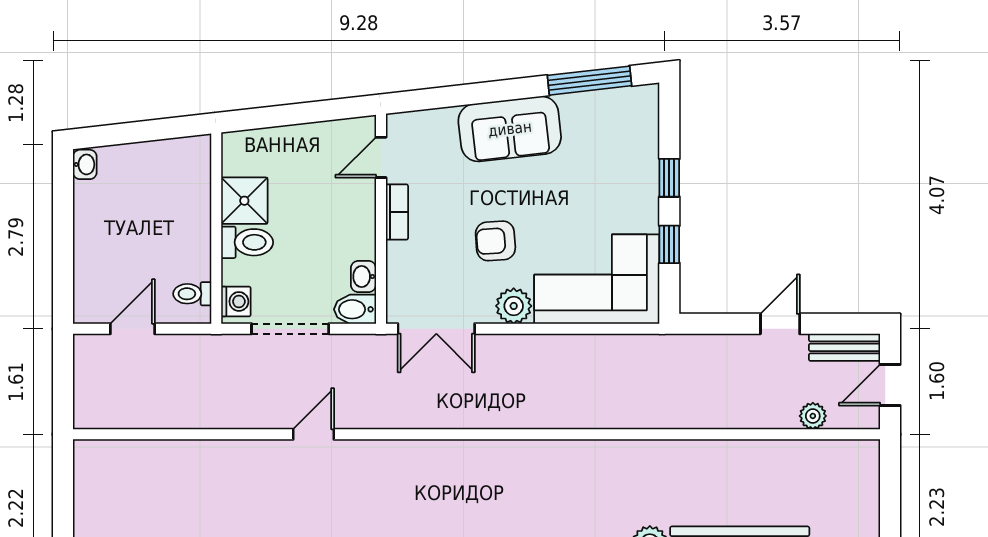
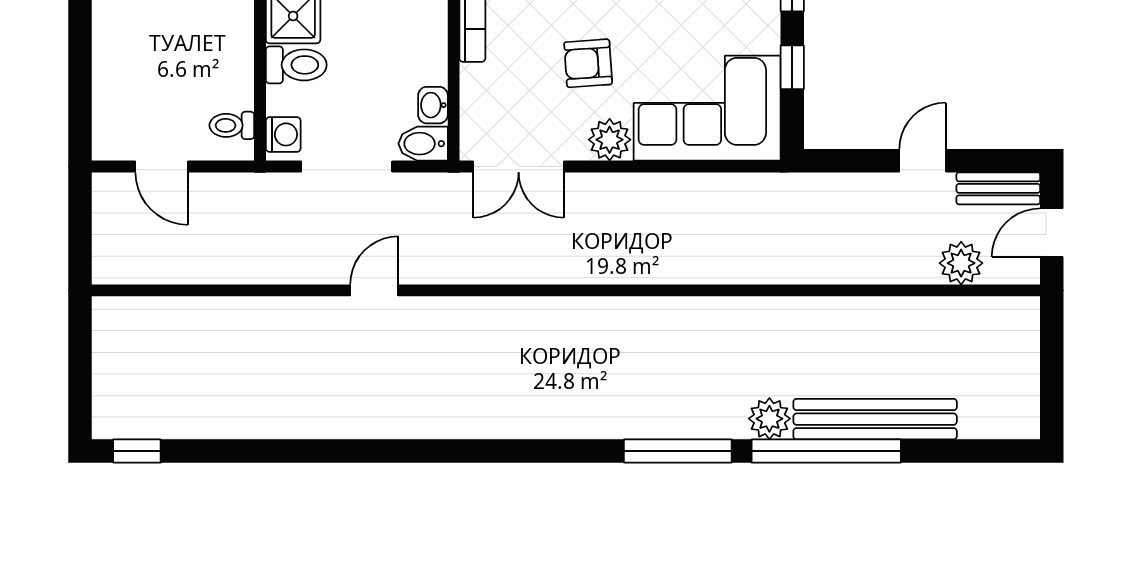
door: (133, 329) -> (162, 167), swing flipped
plant: (813, 416) -> (961, 263), width x1.38, depth x1.38

